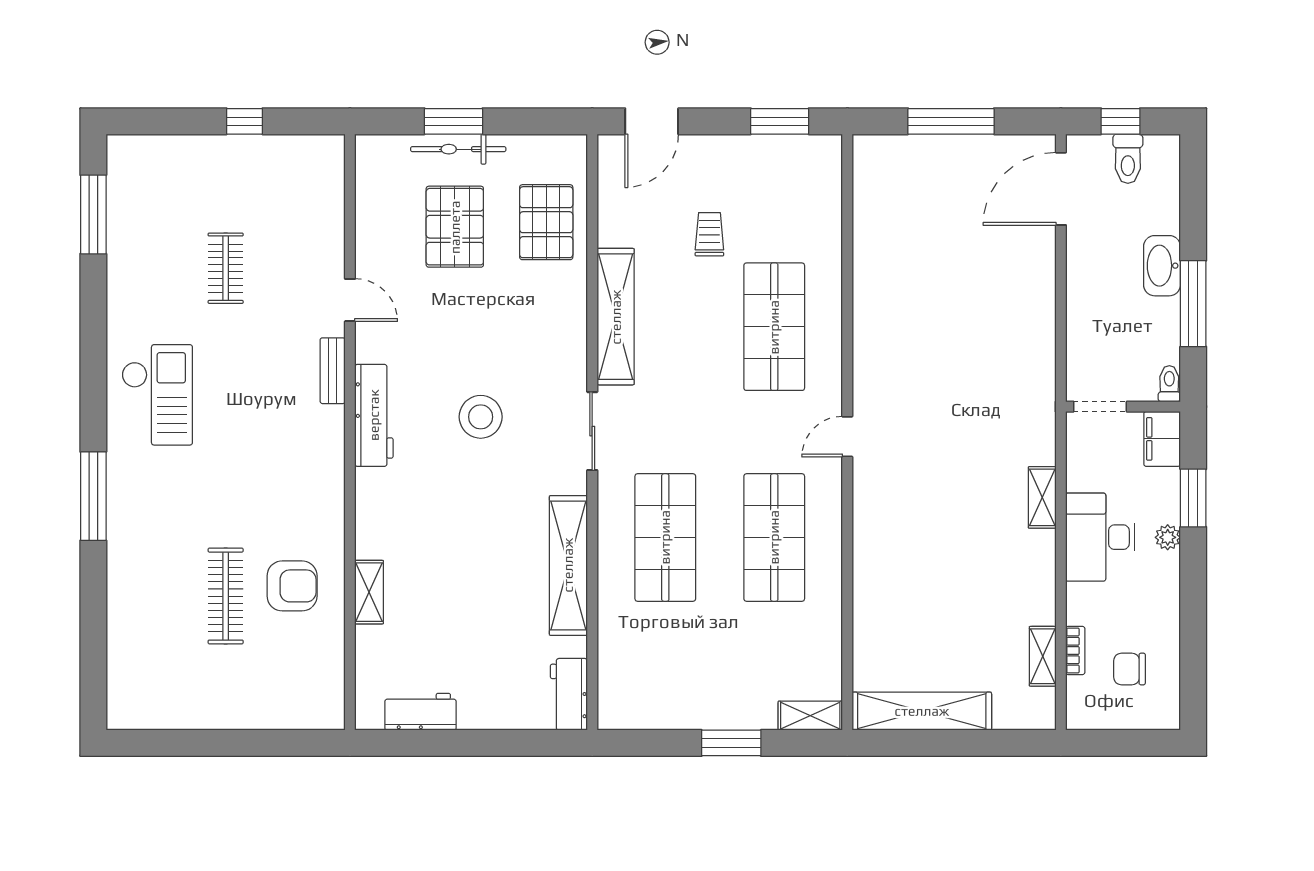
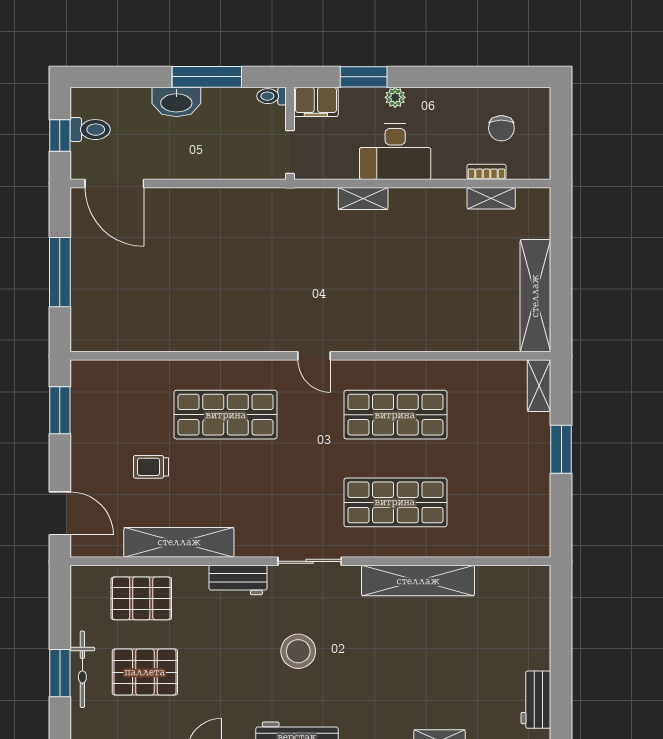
shelving: (616, 317) -> (179, 542), moved
workbench: (569, 694) -> (238, 580), moved

